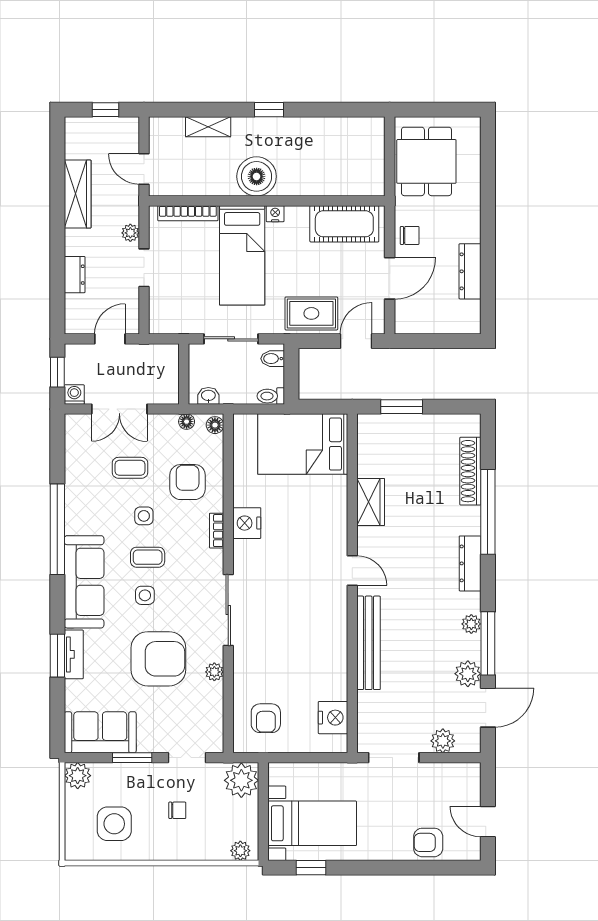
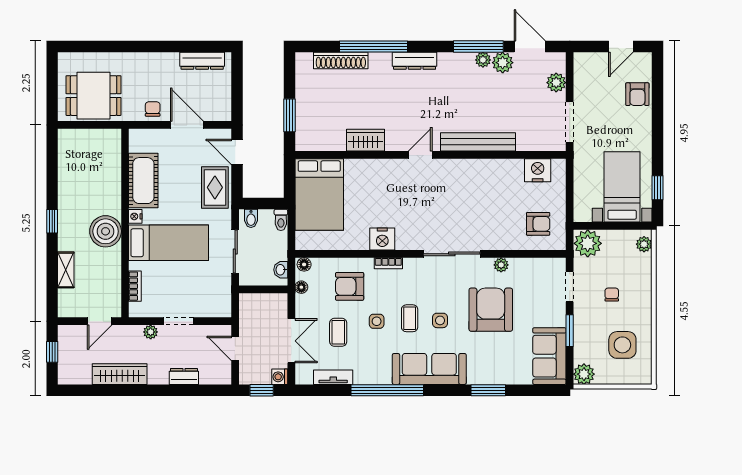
bookcase: (188, 213) -> (135, 286), width x0.64
cot: (344, 224) -> (143, 181), moved
dresser: (470, 271) -> (202, 61), moved
plant: (471, 624) -> (483, 60), moved
tv unit: (74, 654) -> (333, 377), moved

